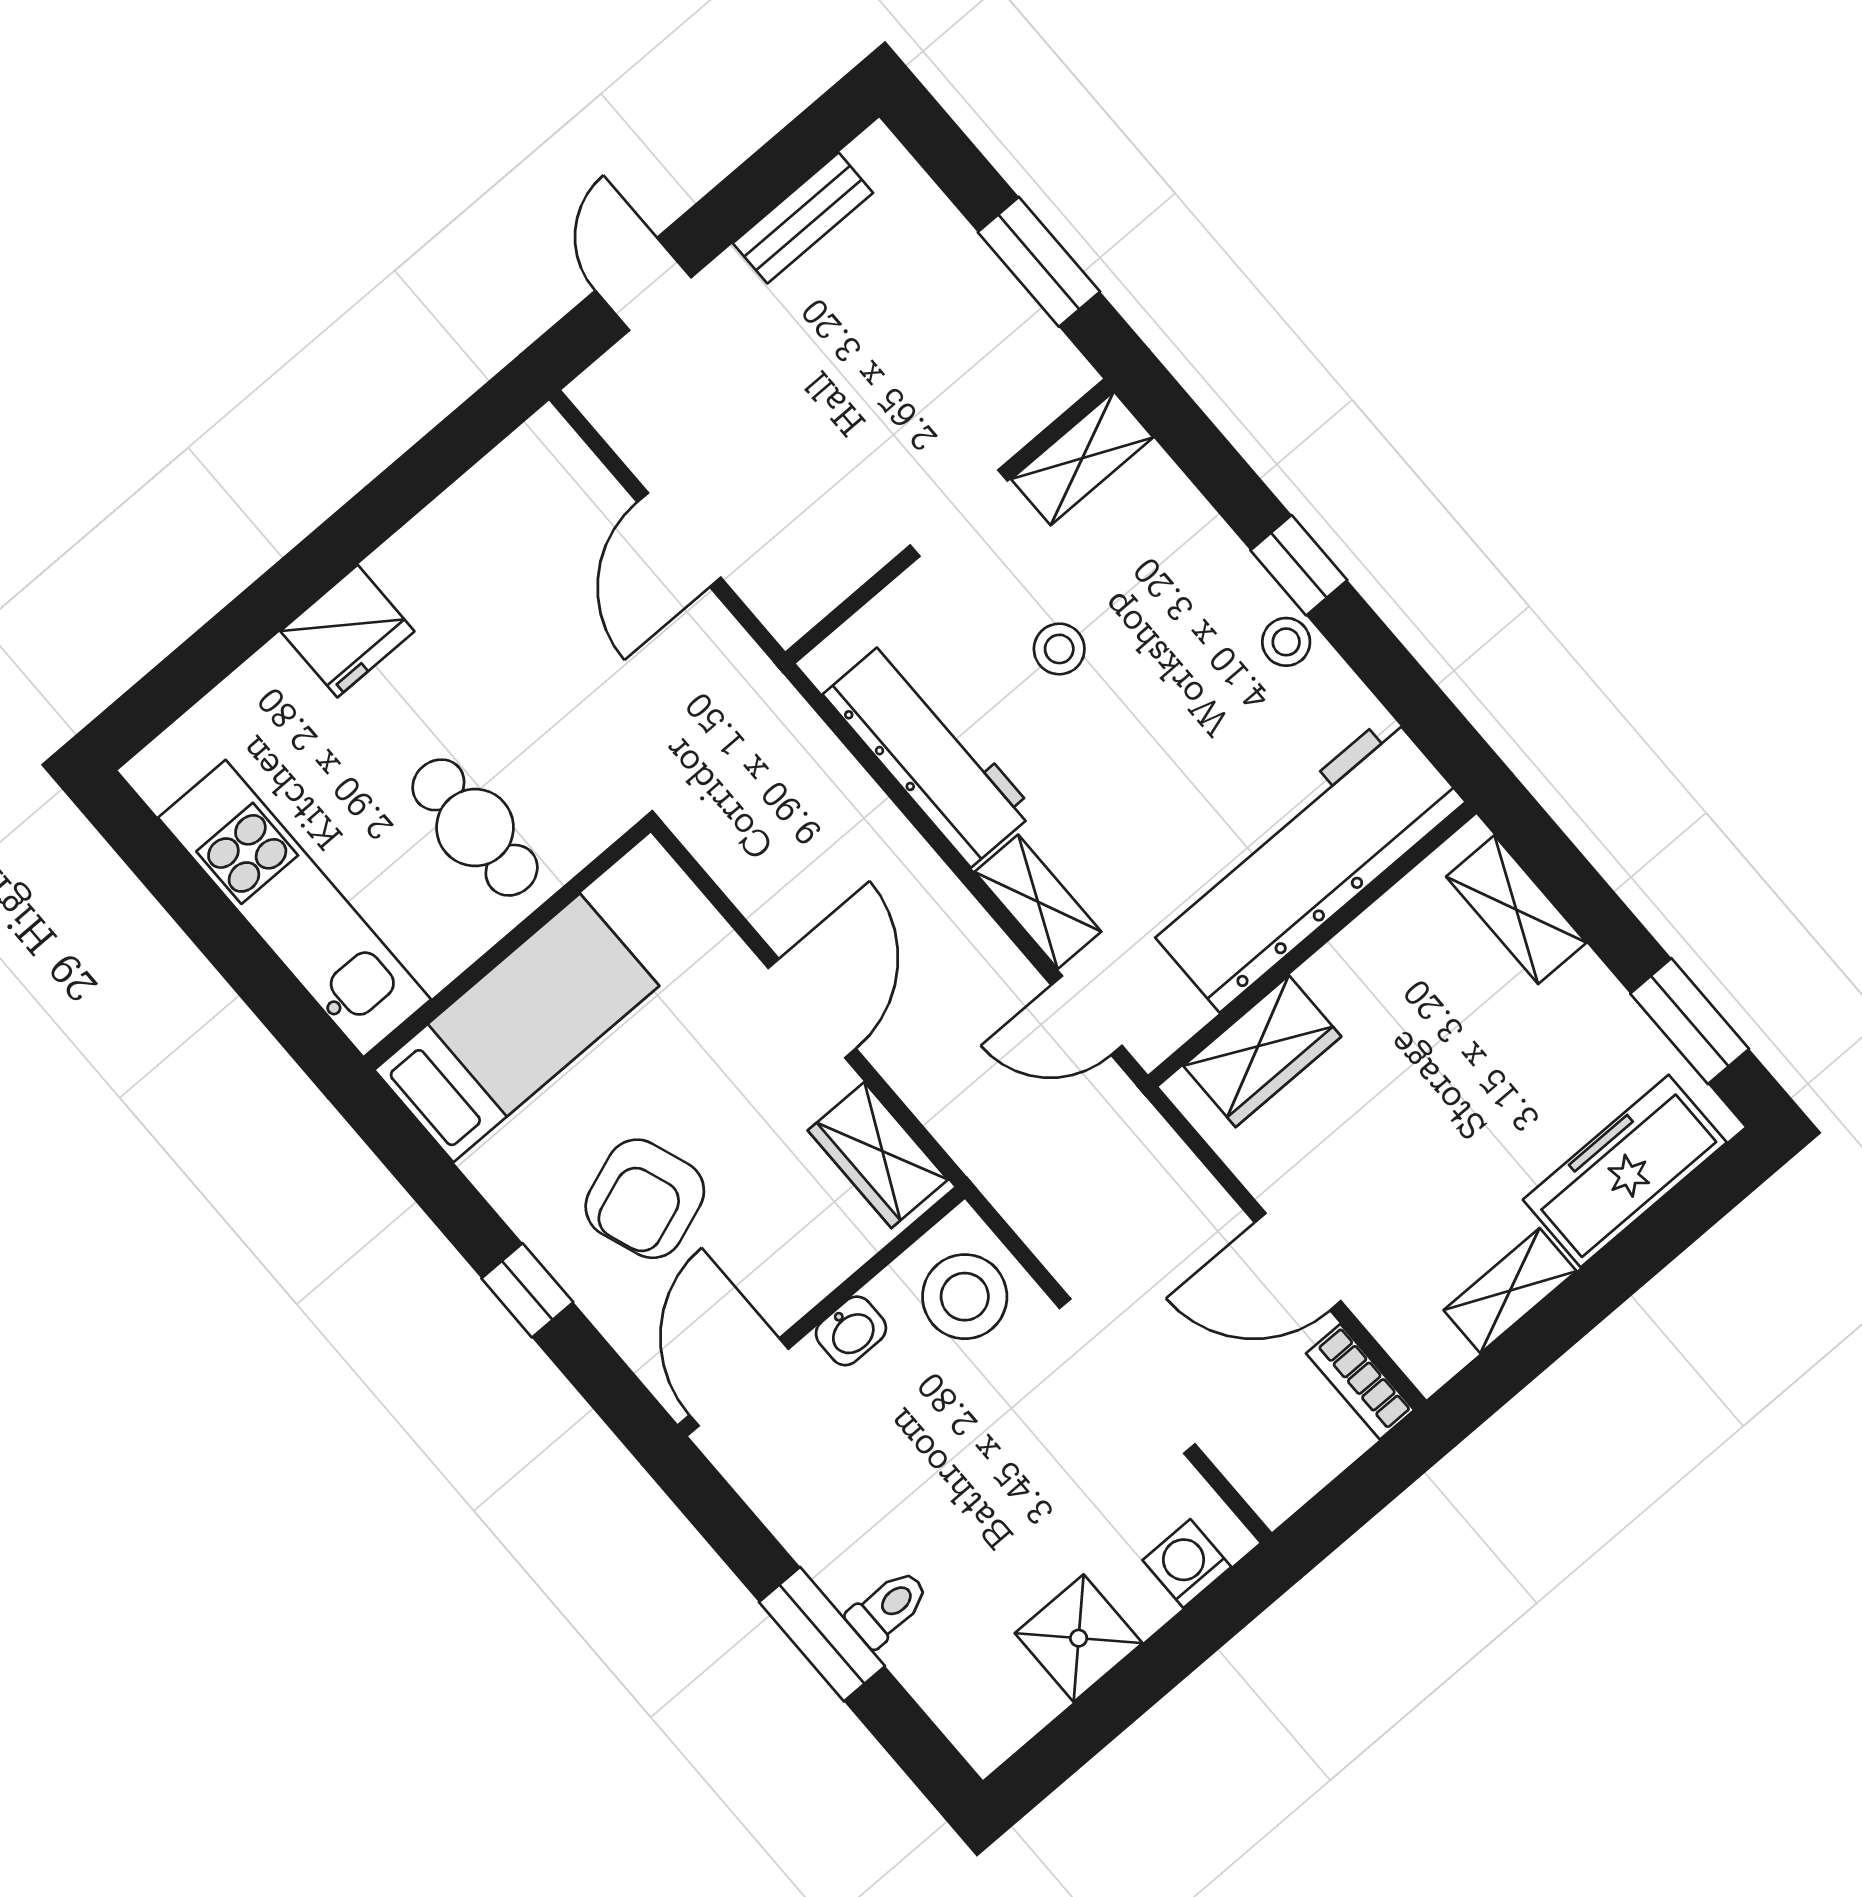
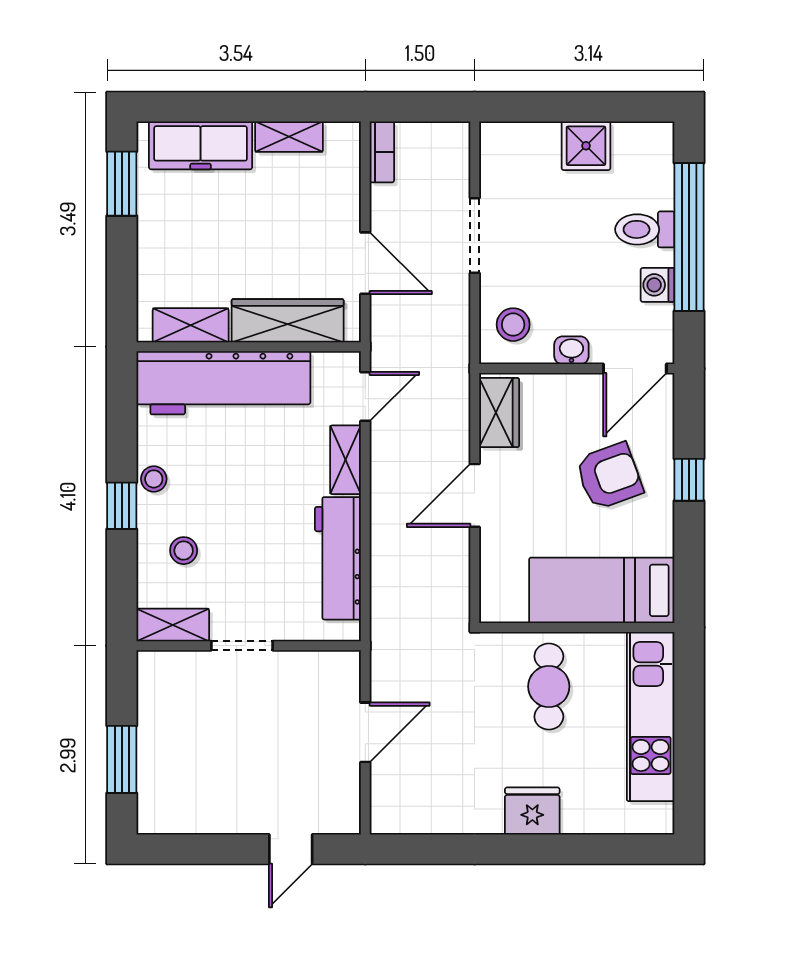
bench: (803, 218) -> (203, 820), removed
window: (1039, 262) -> (122, 759), moved
stool: (1059, 649) -> (184, 551), moved
shelving: (1516, 910) -> (191, 325), moved, turned 90
door: (1087, 1015) -> (365, 397), hinge flipped
wardrobe: (1262, 1051) -> (288, 321), width x1.50
door: (1298, 1262) -> (365, 263), moved
stool: (965, 1297) -> (513, 325), width x0.73, depth x0.73
doorway: (1127, 1376) -> (475, 235), width x0.73
washing machine: (1187, 1563) -> (658, 285), moved, turned 90
toilet: (888, 1608) -> (645, 229), width x1.37, depth x1.39
window: (822, 1634) -> (689, 237), width x2.11

